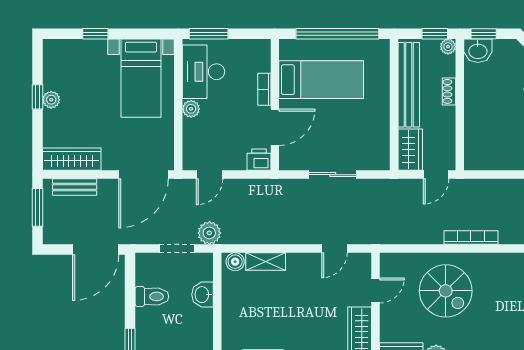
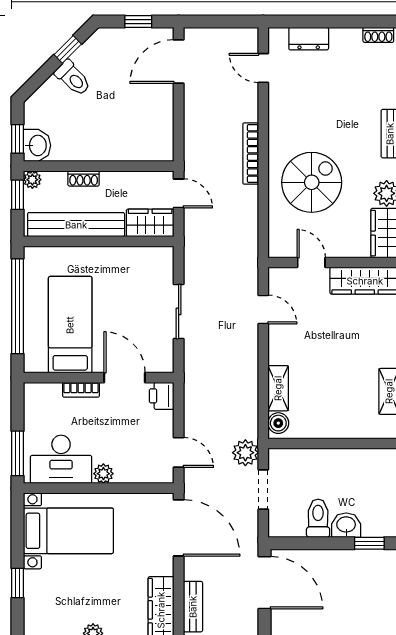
washbasin: (203, 295) -> (346, 525), moved, turned 180

